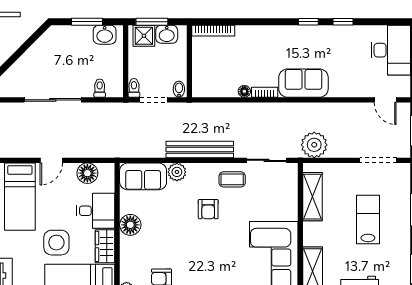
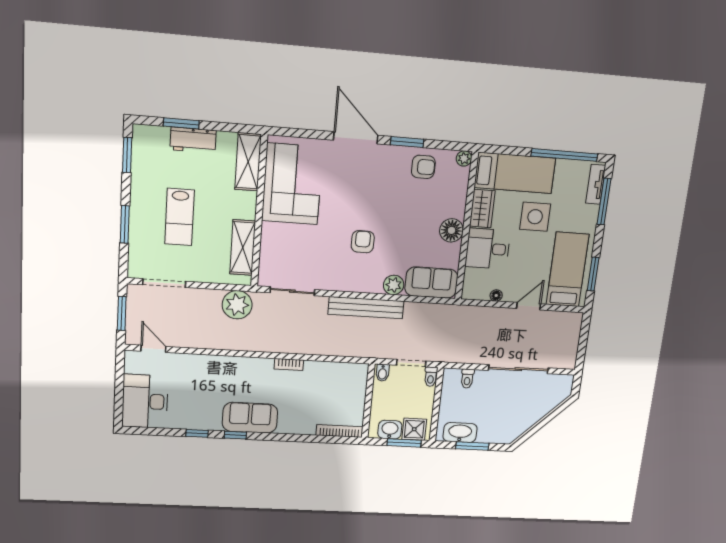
washbasin: (105, 35) -> (460, 433), width x1.38
sofa: (303, 83) -> (250, 418), moved, turned 180
floor lamp: (244, 91) -> (311, 367), removed
floor lamp: (87, 173) -> (496, 295), width x0.53, depth x0.53
coffee table: (232, 179) -> (333, 273), removed

